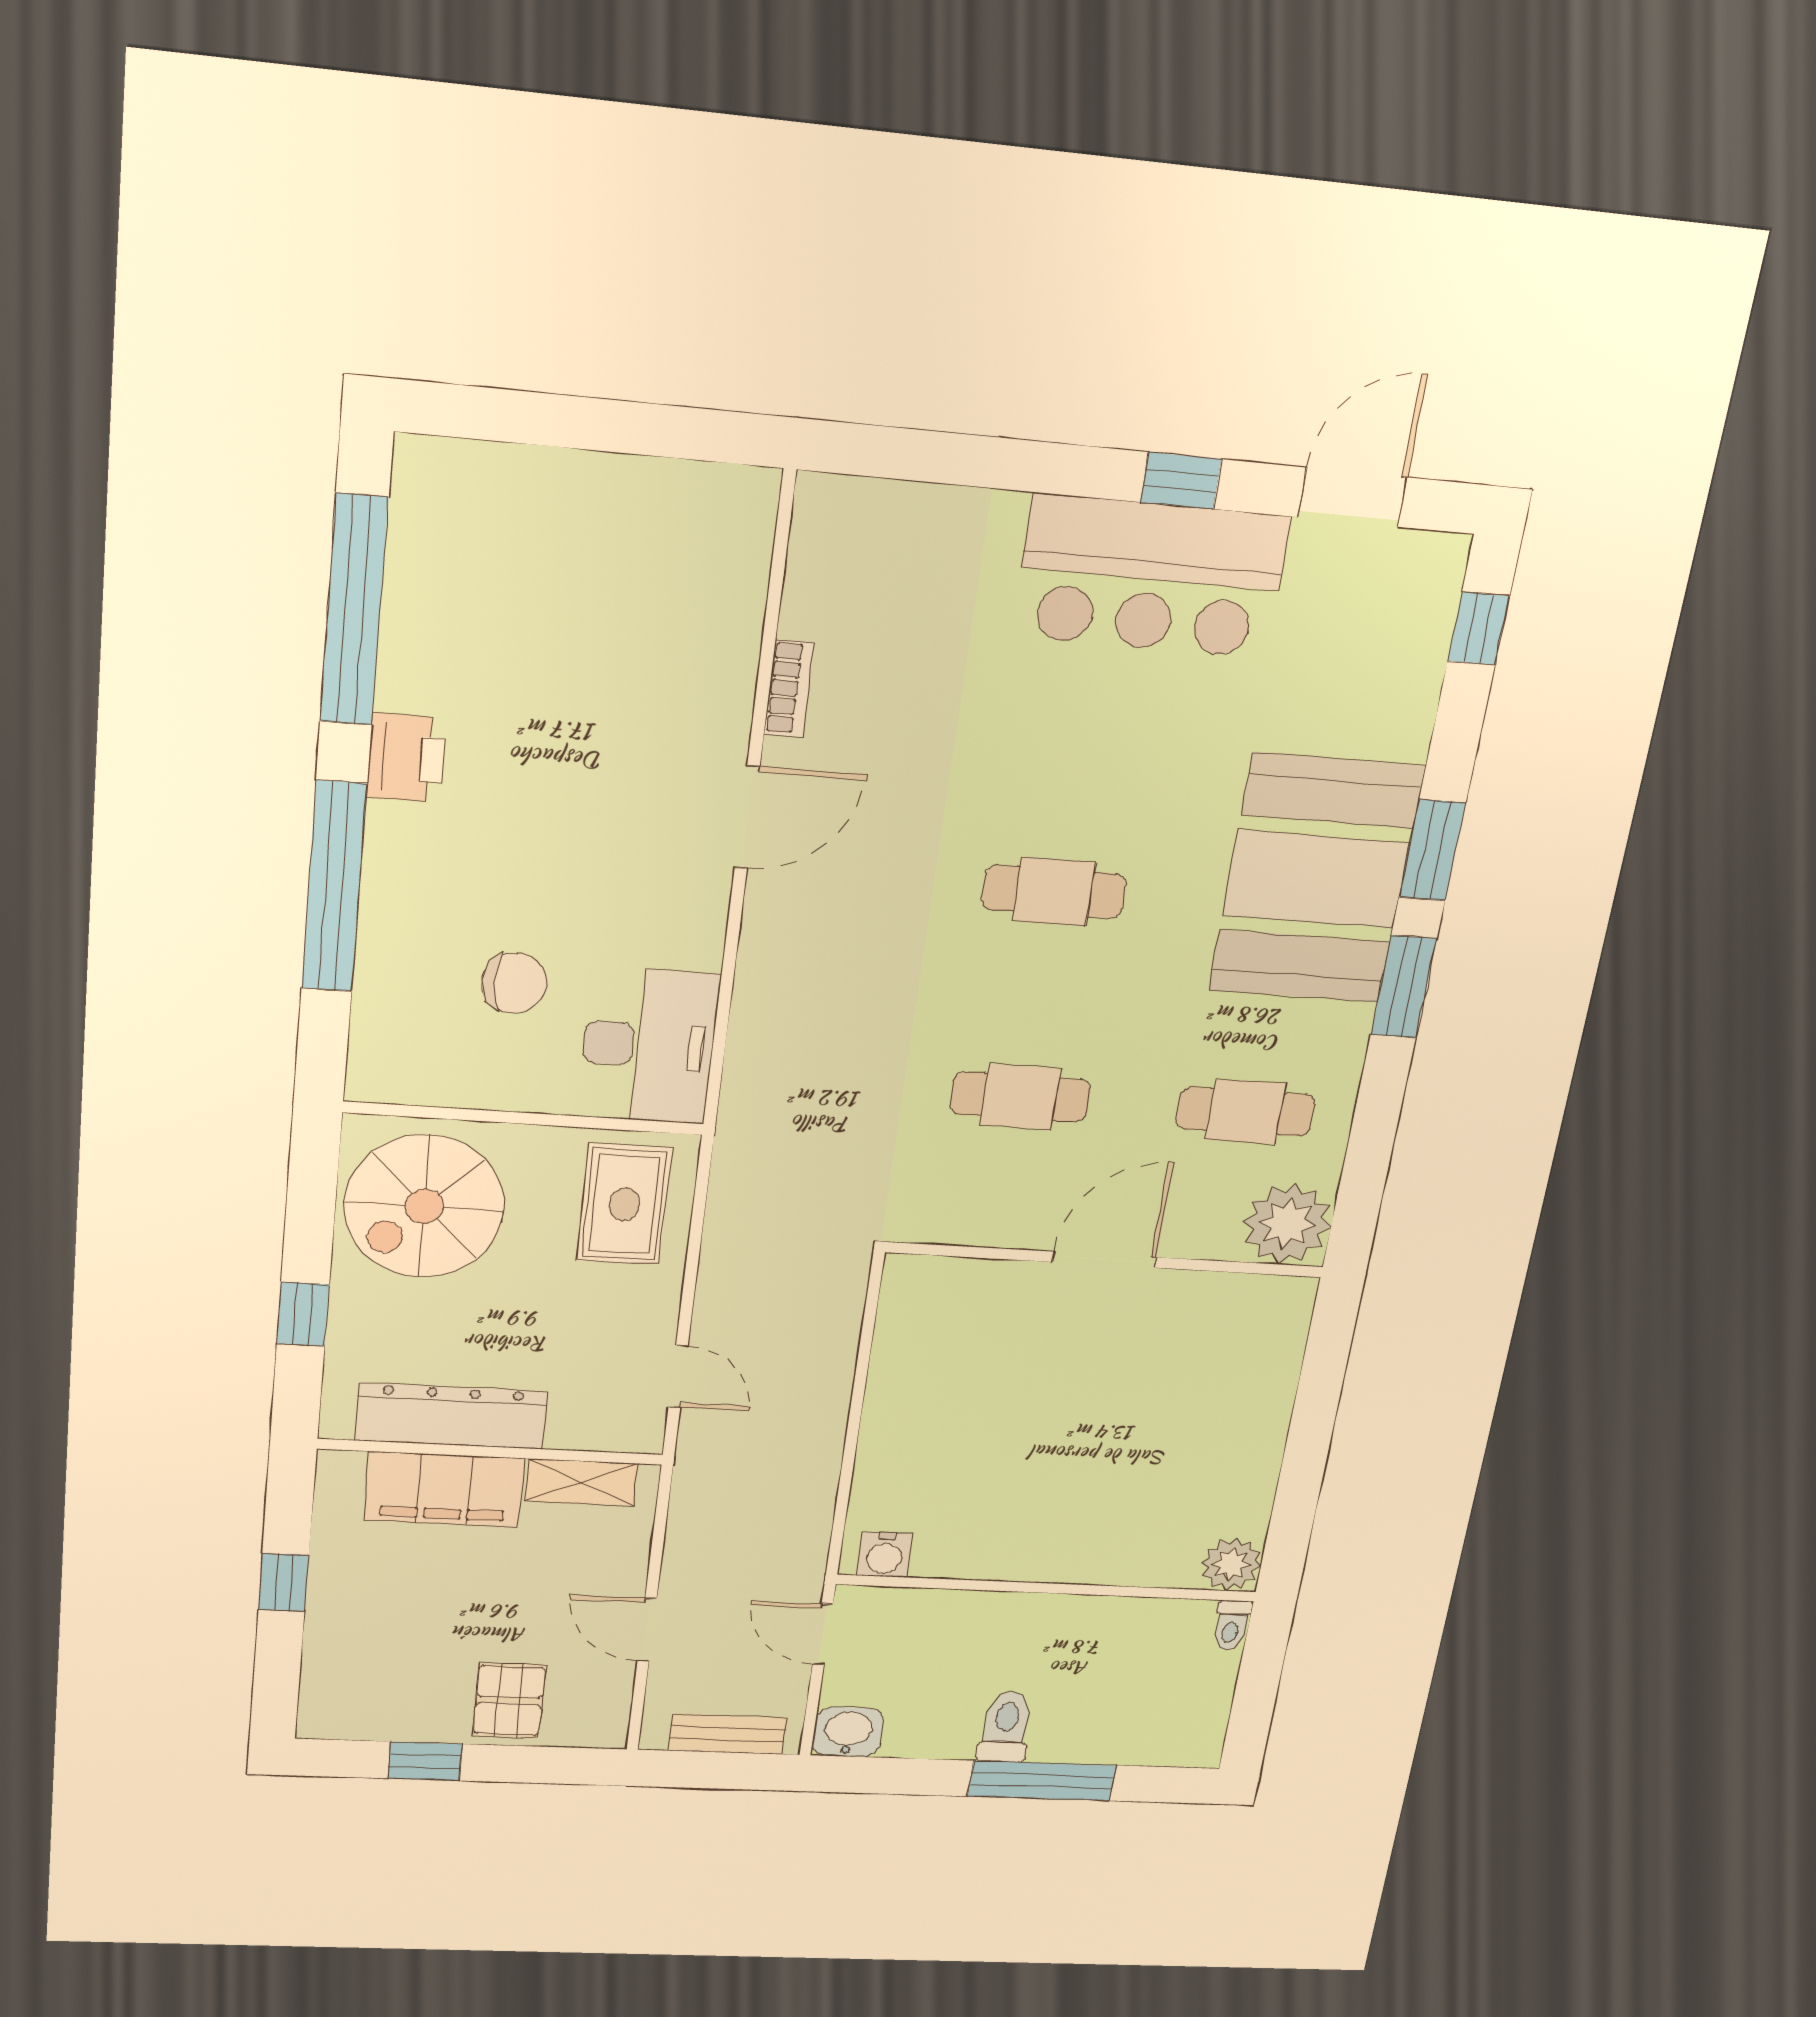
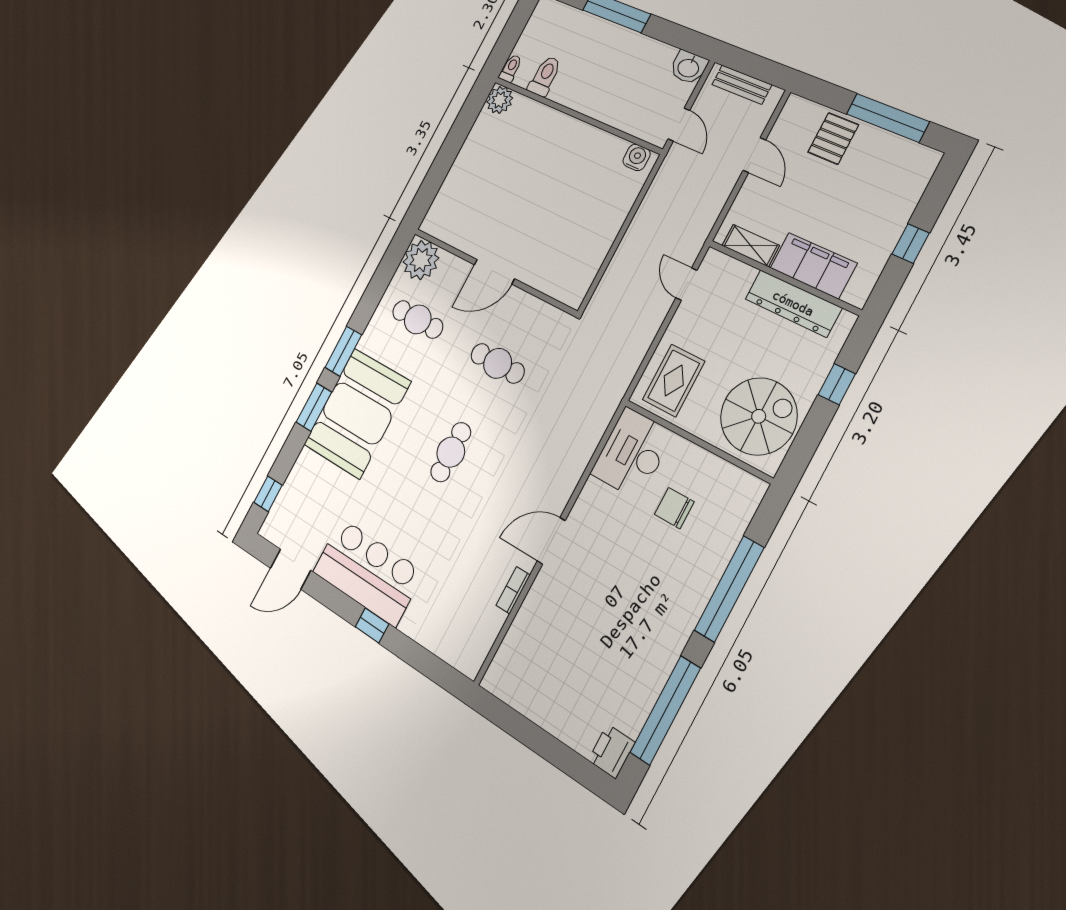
window: (1181, 481) -> (372, 625), moved
printer: (406, 758) -> (612, 751), moved
cafe table: (1054, 892) -> (451, 452), turned 90
toilet: (1006, 1727) -> (545, 76), moved, turned 180
window: (425, 1761) -> (888, 118), width x2.17

